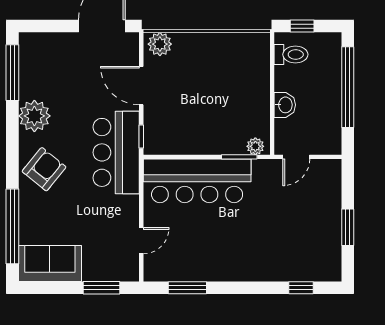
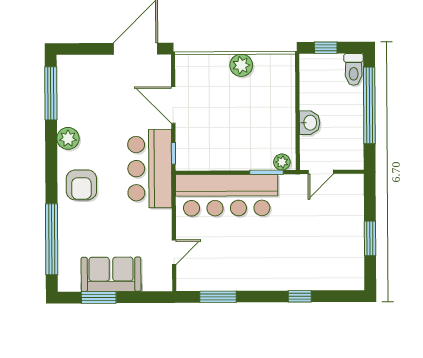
plant: (160, 44) -> (241, 65), moved
toilet: (291, 54) -> (354, 69), moved, turned 90
plant: (34, 116) -> (68, 138), width x0.73, depth x0.73
armchair: (44, 169) -> (81, 185), turned 141
sofa: (50, 264) -> (111, 274), moved
window: (101, 288) -> (99, 297), moved
window: (301, 288) -> (300, 296), moved

